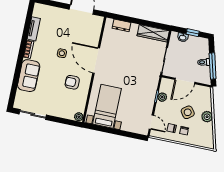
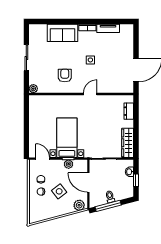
door: (96, 60) -> (90, 94), width x0.53
bed with nightstands: (107, 106) -> (67, 138), moved, turned -90
sliding door: (33, 114) -> (26, 58), moved
plant: (207, 117) -> (79, 205), moved
door: (151, 122) -> (43, 159), swing flipped

